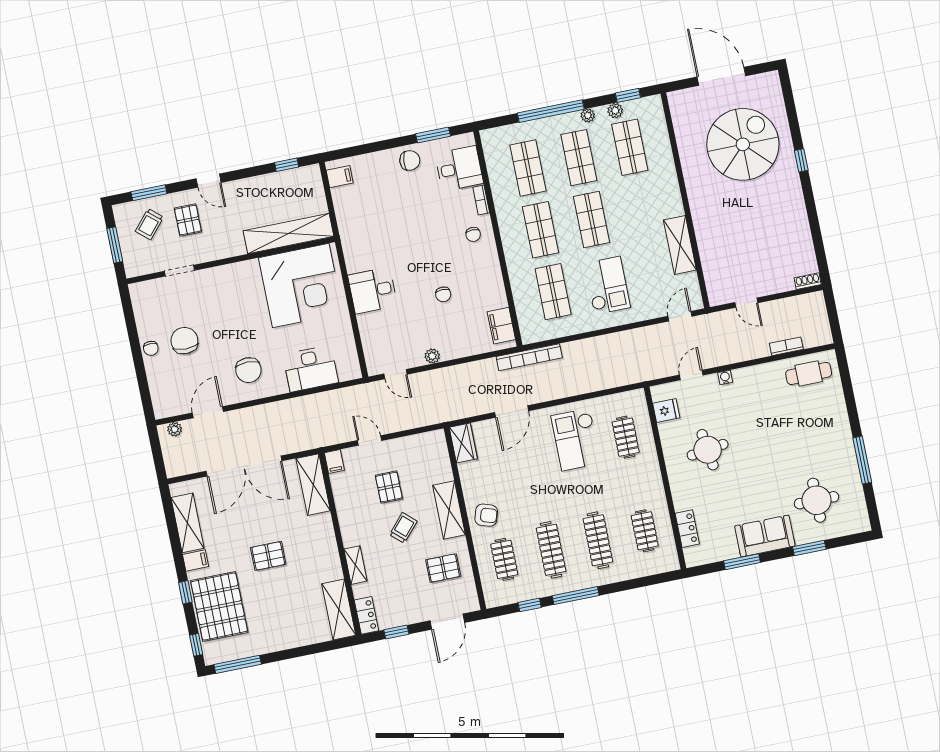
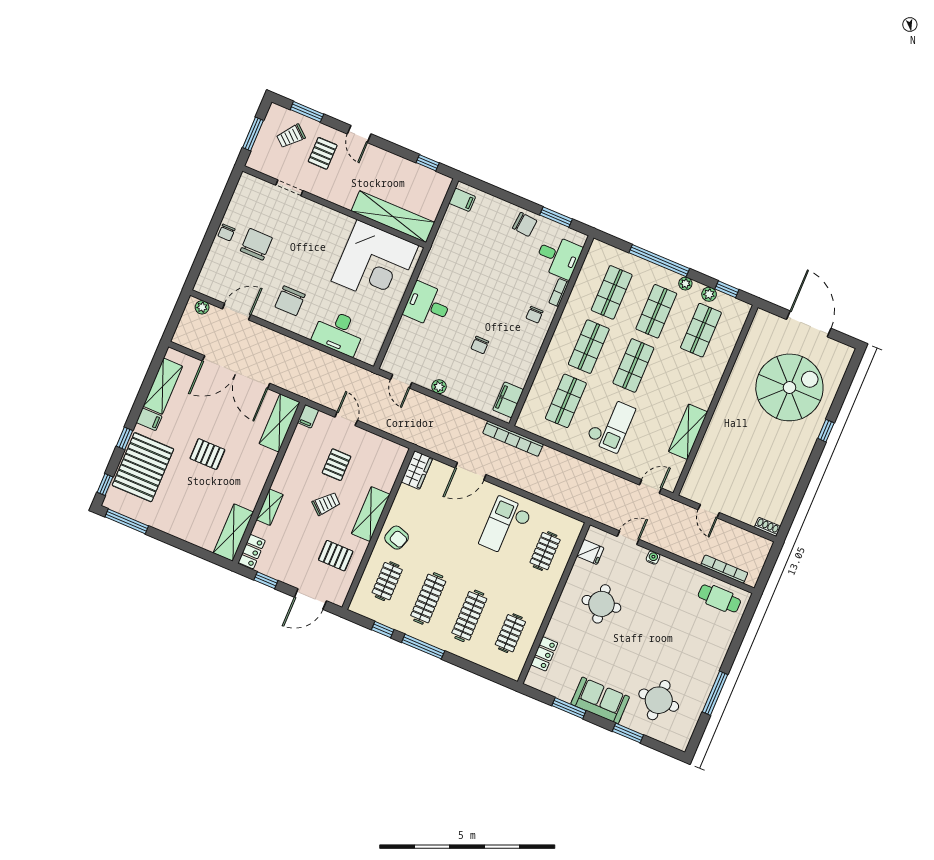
bookcase: (786, 346) -> (724, 569), width x1.56

